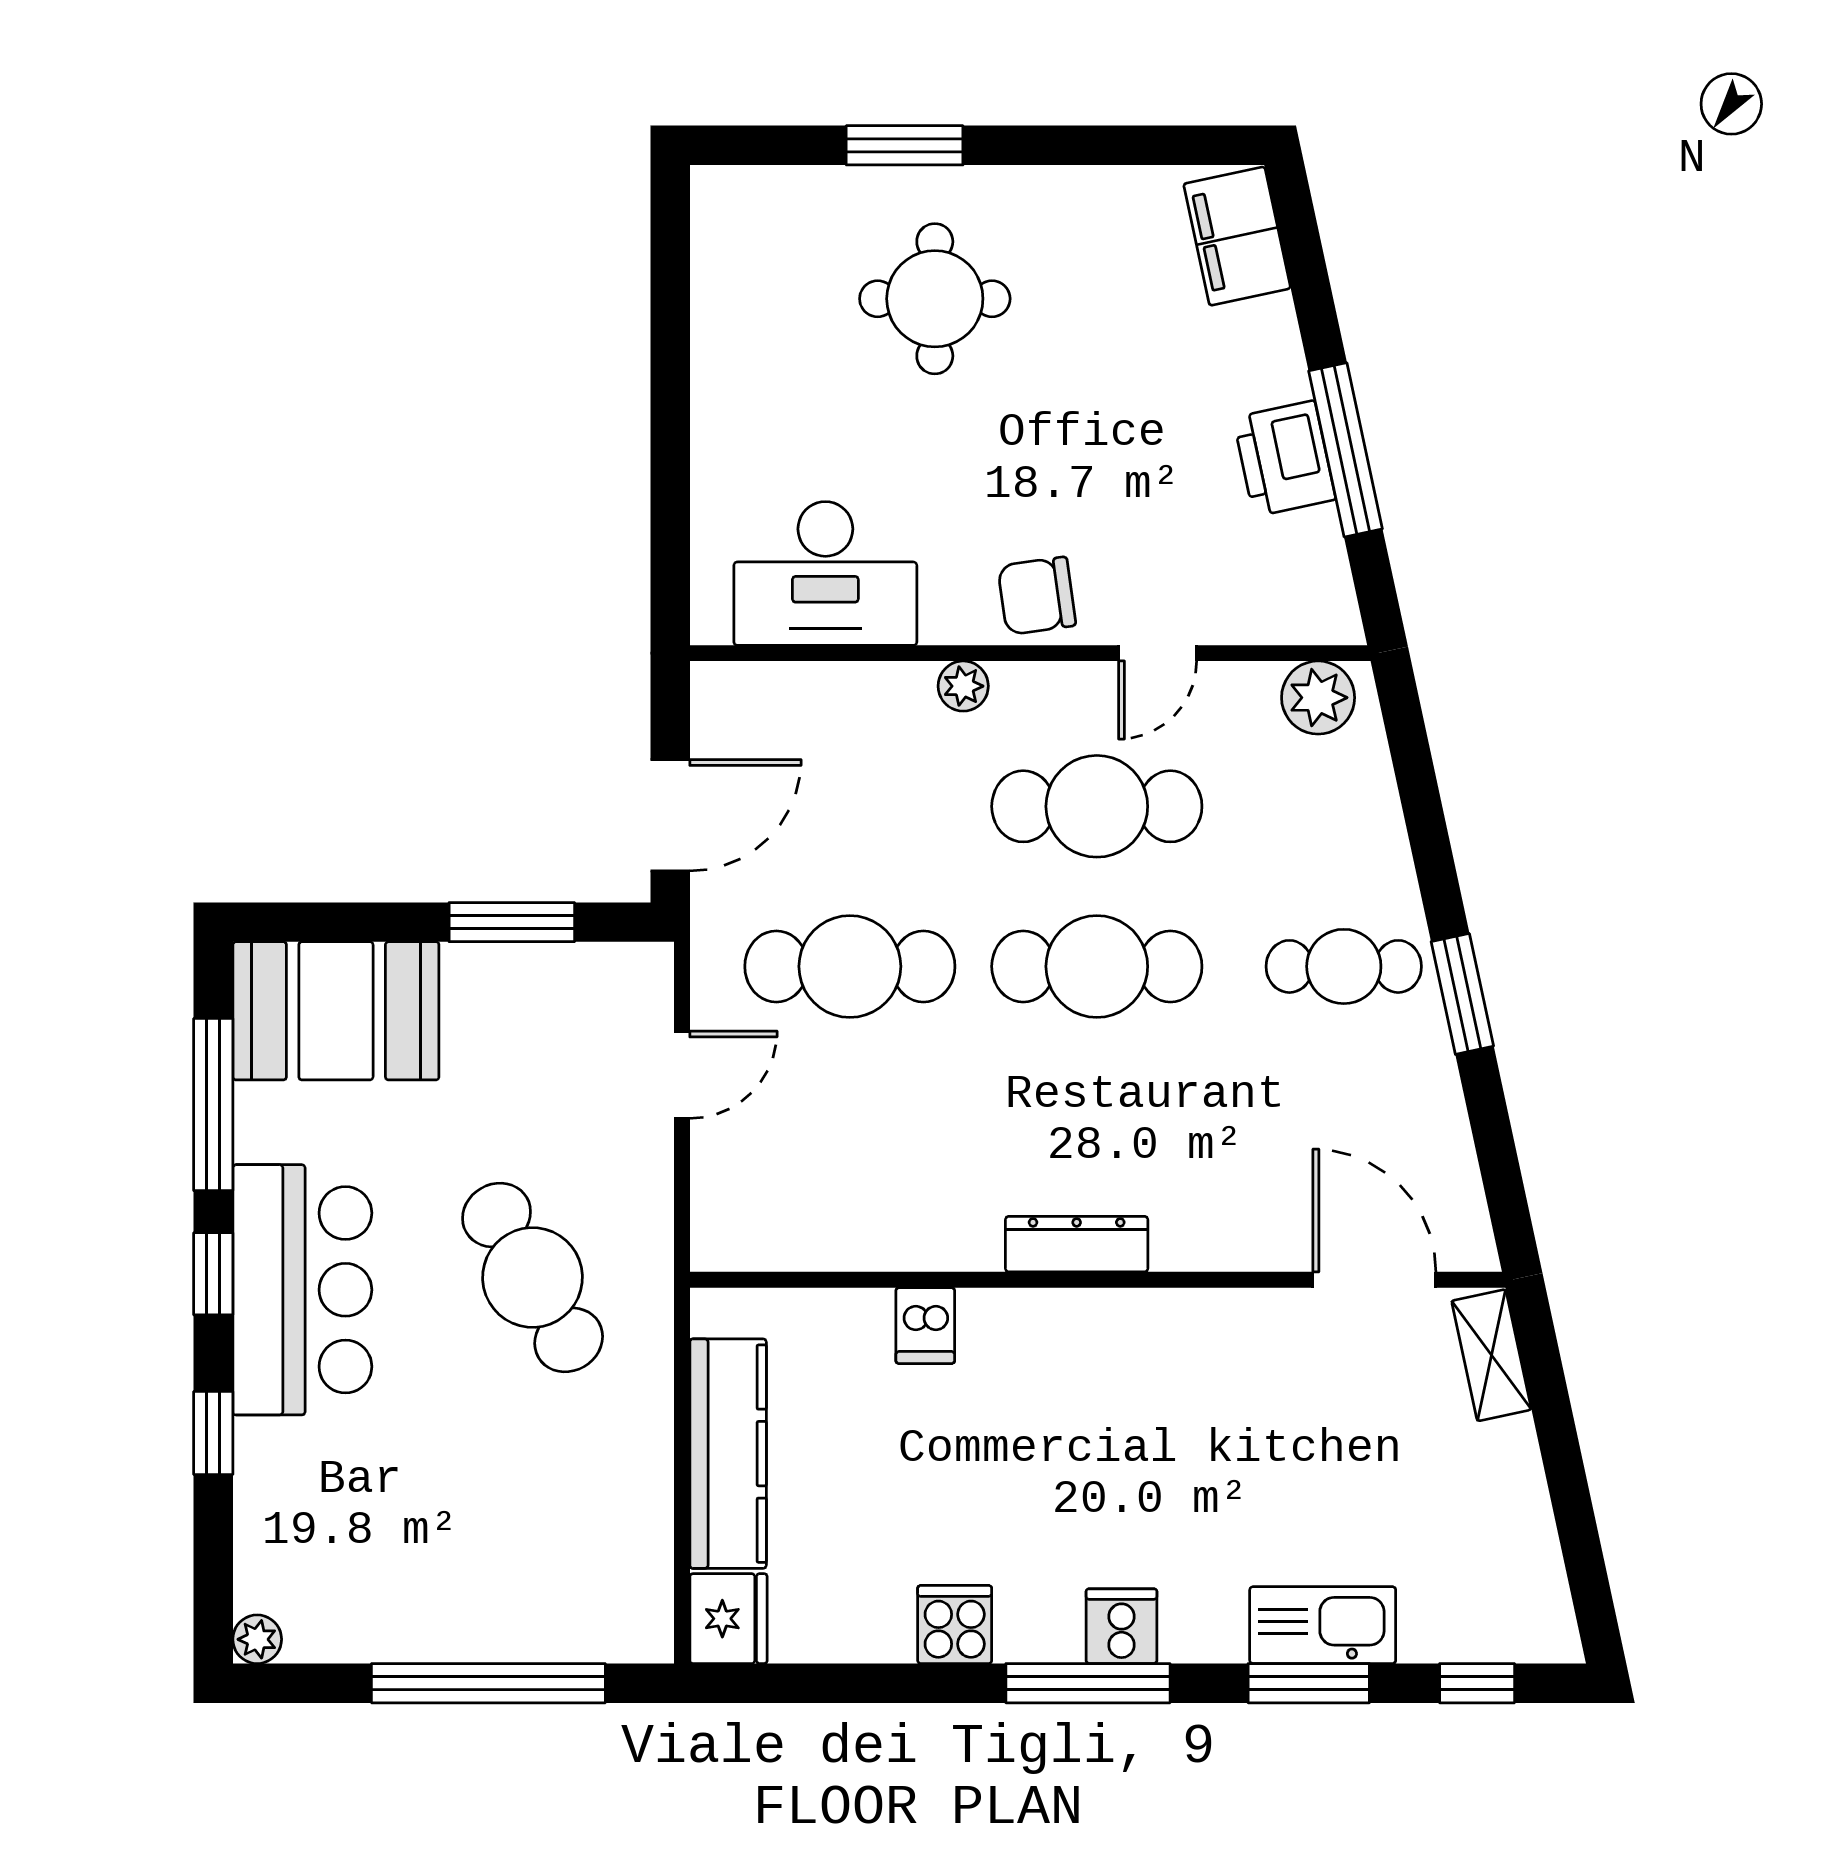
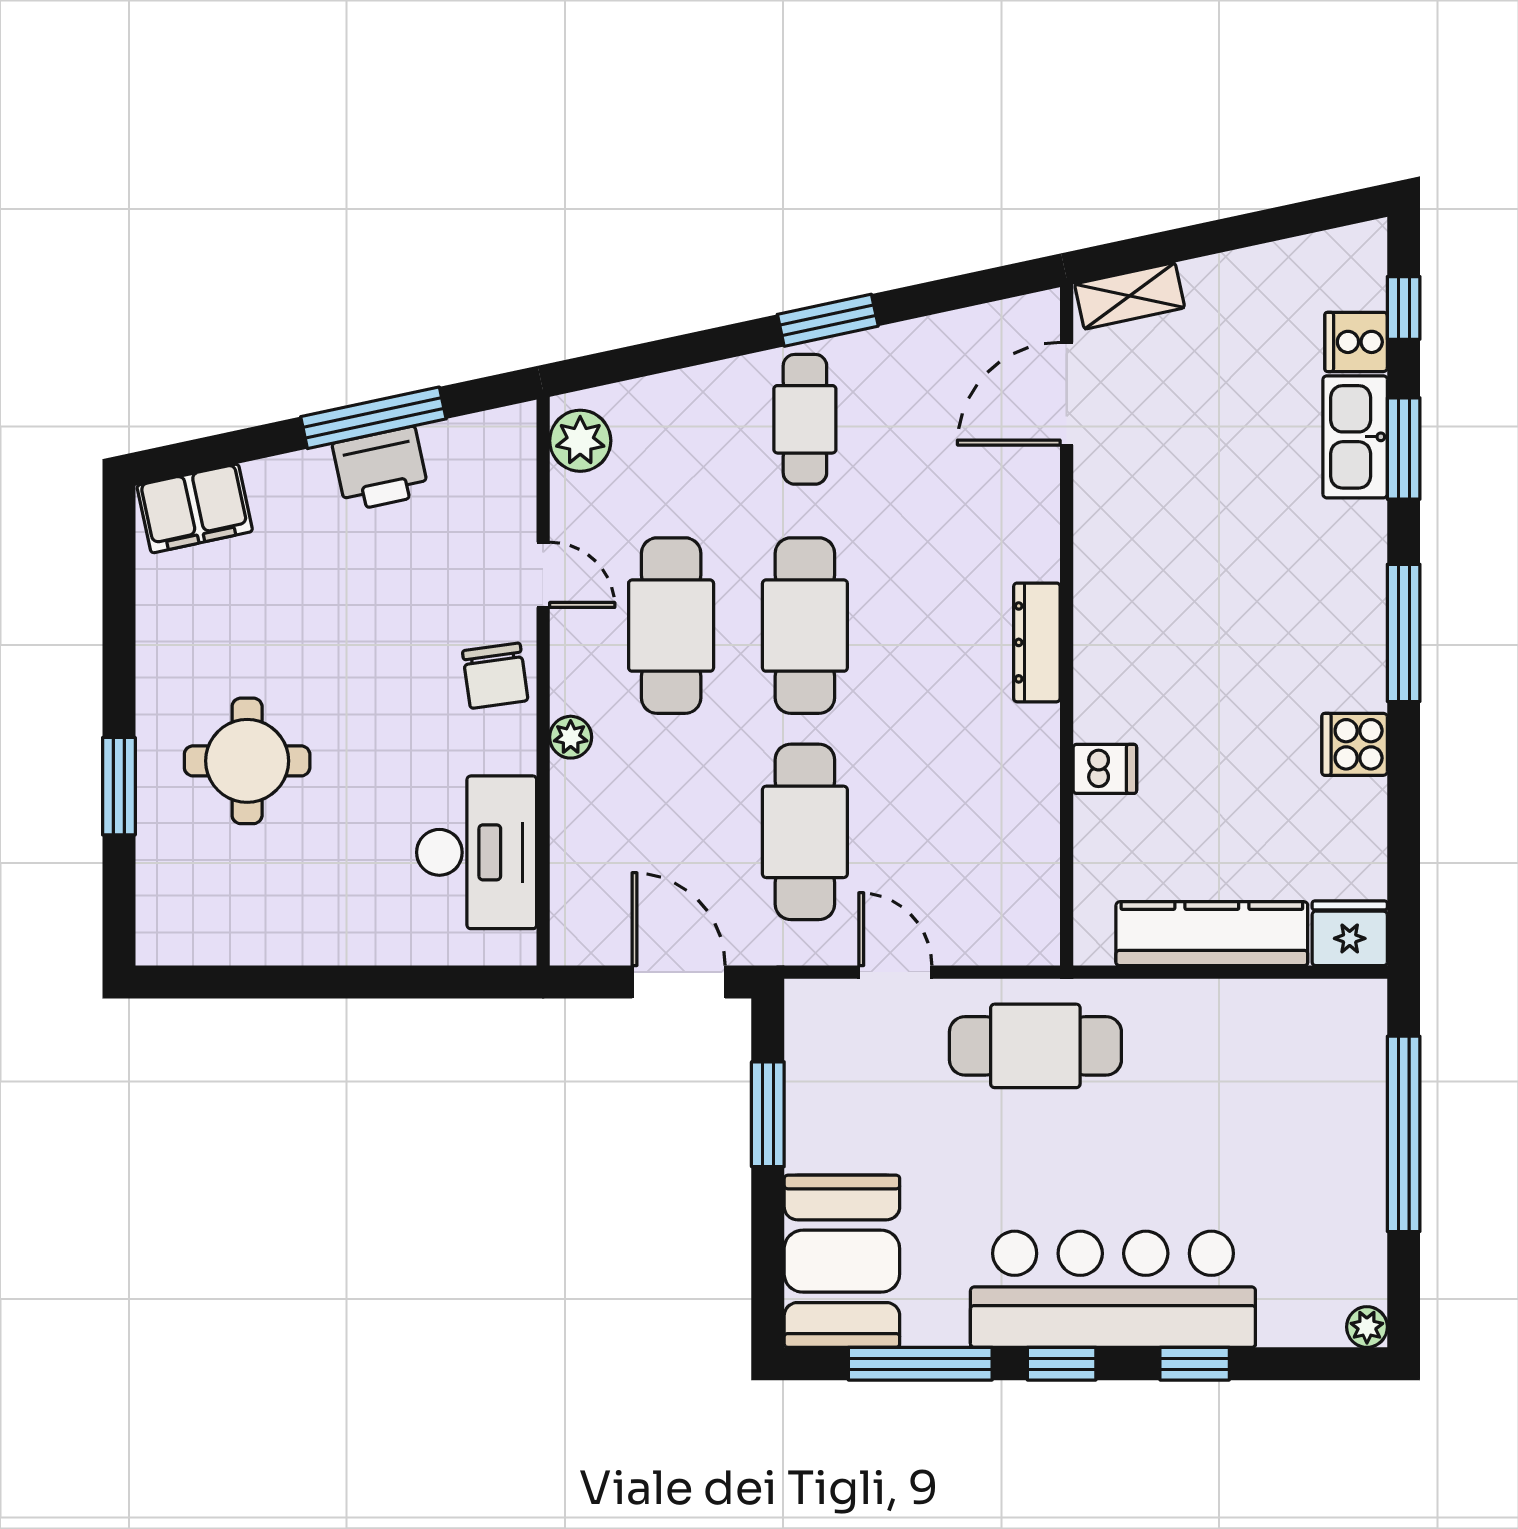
cafe table: (533, 1277) -> (1035, 1046), moved, turned 30
bar counter: (302, 1290) -> (1113, 1289), width x1.36
cooker: (1122, 1626) -> (1356, 342), moved

